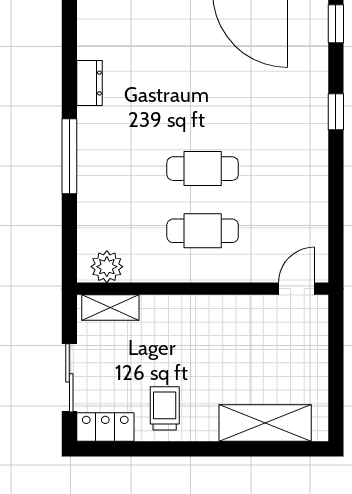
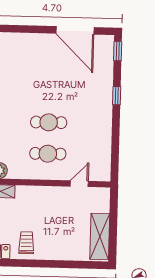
door: (297, 289) -> (79, 184), moved
shelving: (265, 423) -> (100, 237), moved, turned 90

